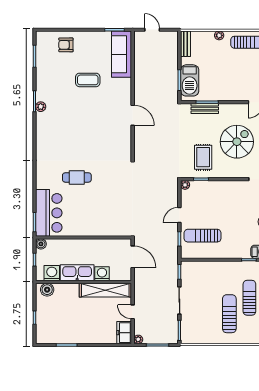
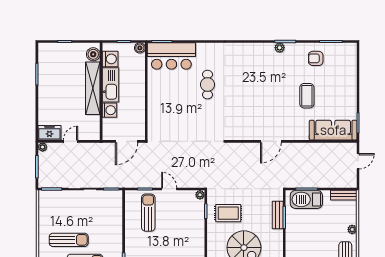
armchair: (66, 45) -> (316, 58), moved, turned -90
shelving: (105, 290) -> (93, 88), moved

